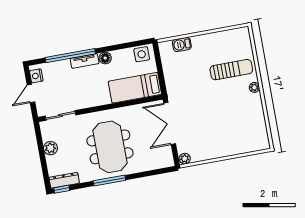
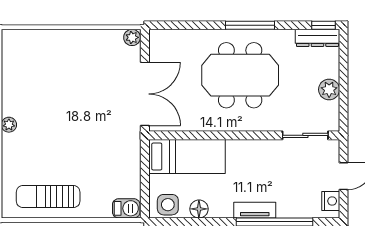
barbecue: (182, 44) -> (126, 208), moved
floor lamp: (105, 58) -> (199, 209), moved
sun lounger: (231, 70) -> (48, 197), moved
meeting table: (110, 147) -> (240, 75), turned 90

